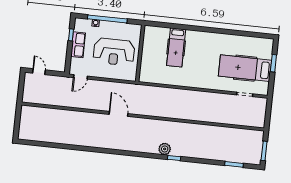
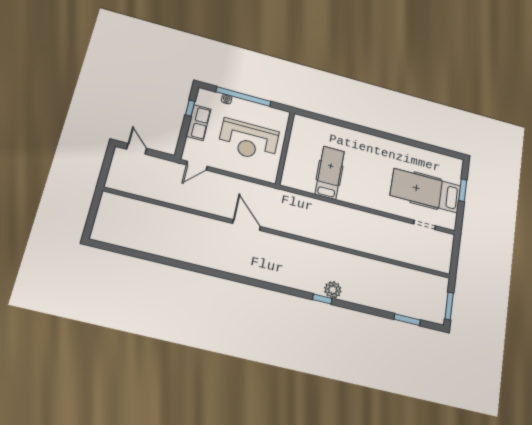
hospital bed: (176, 47) -> (330, 173), moved, turned 180
plant: (165, 149) -> (333, 290), moved

